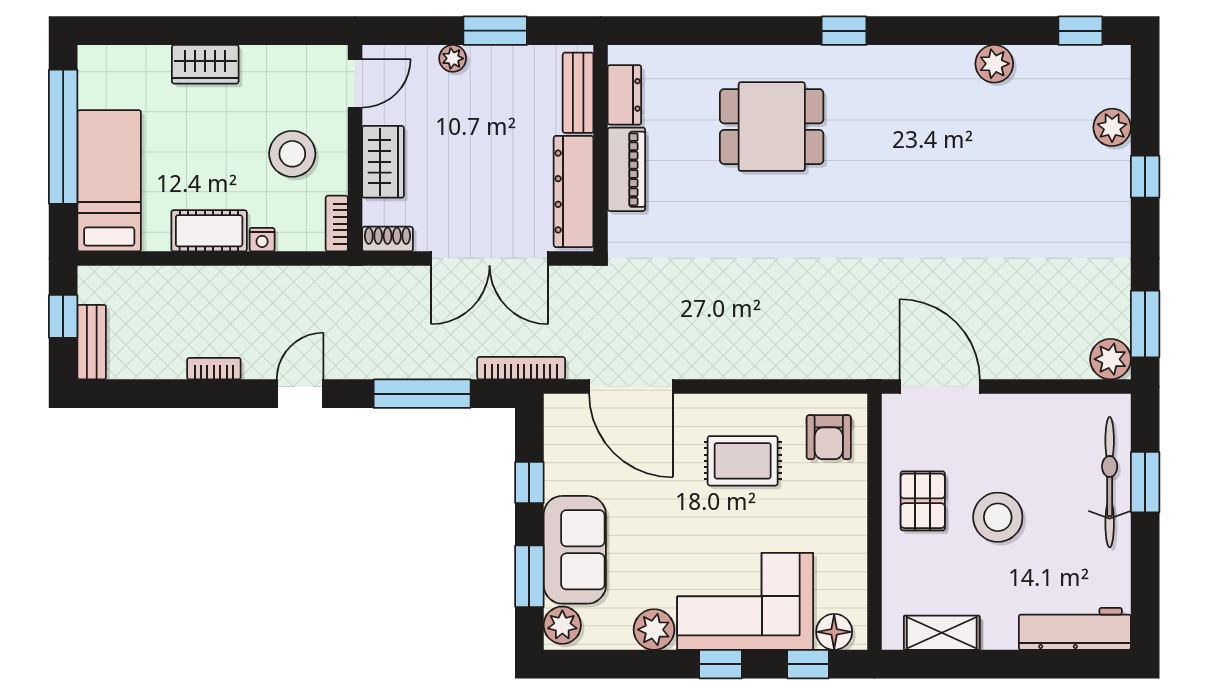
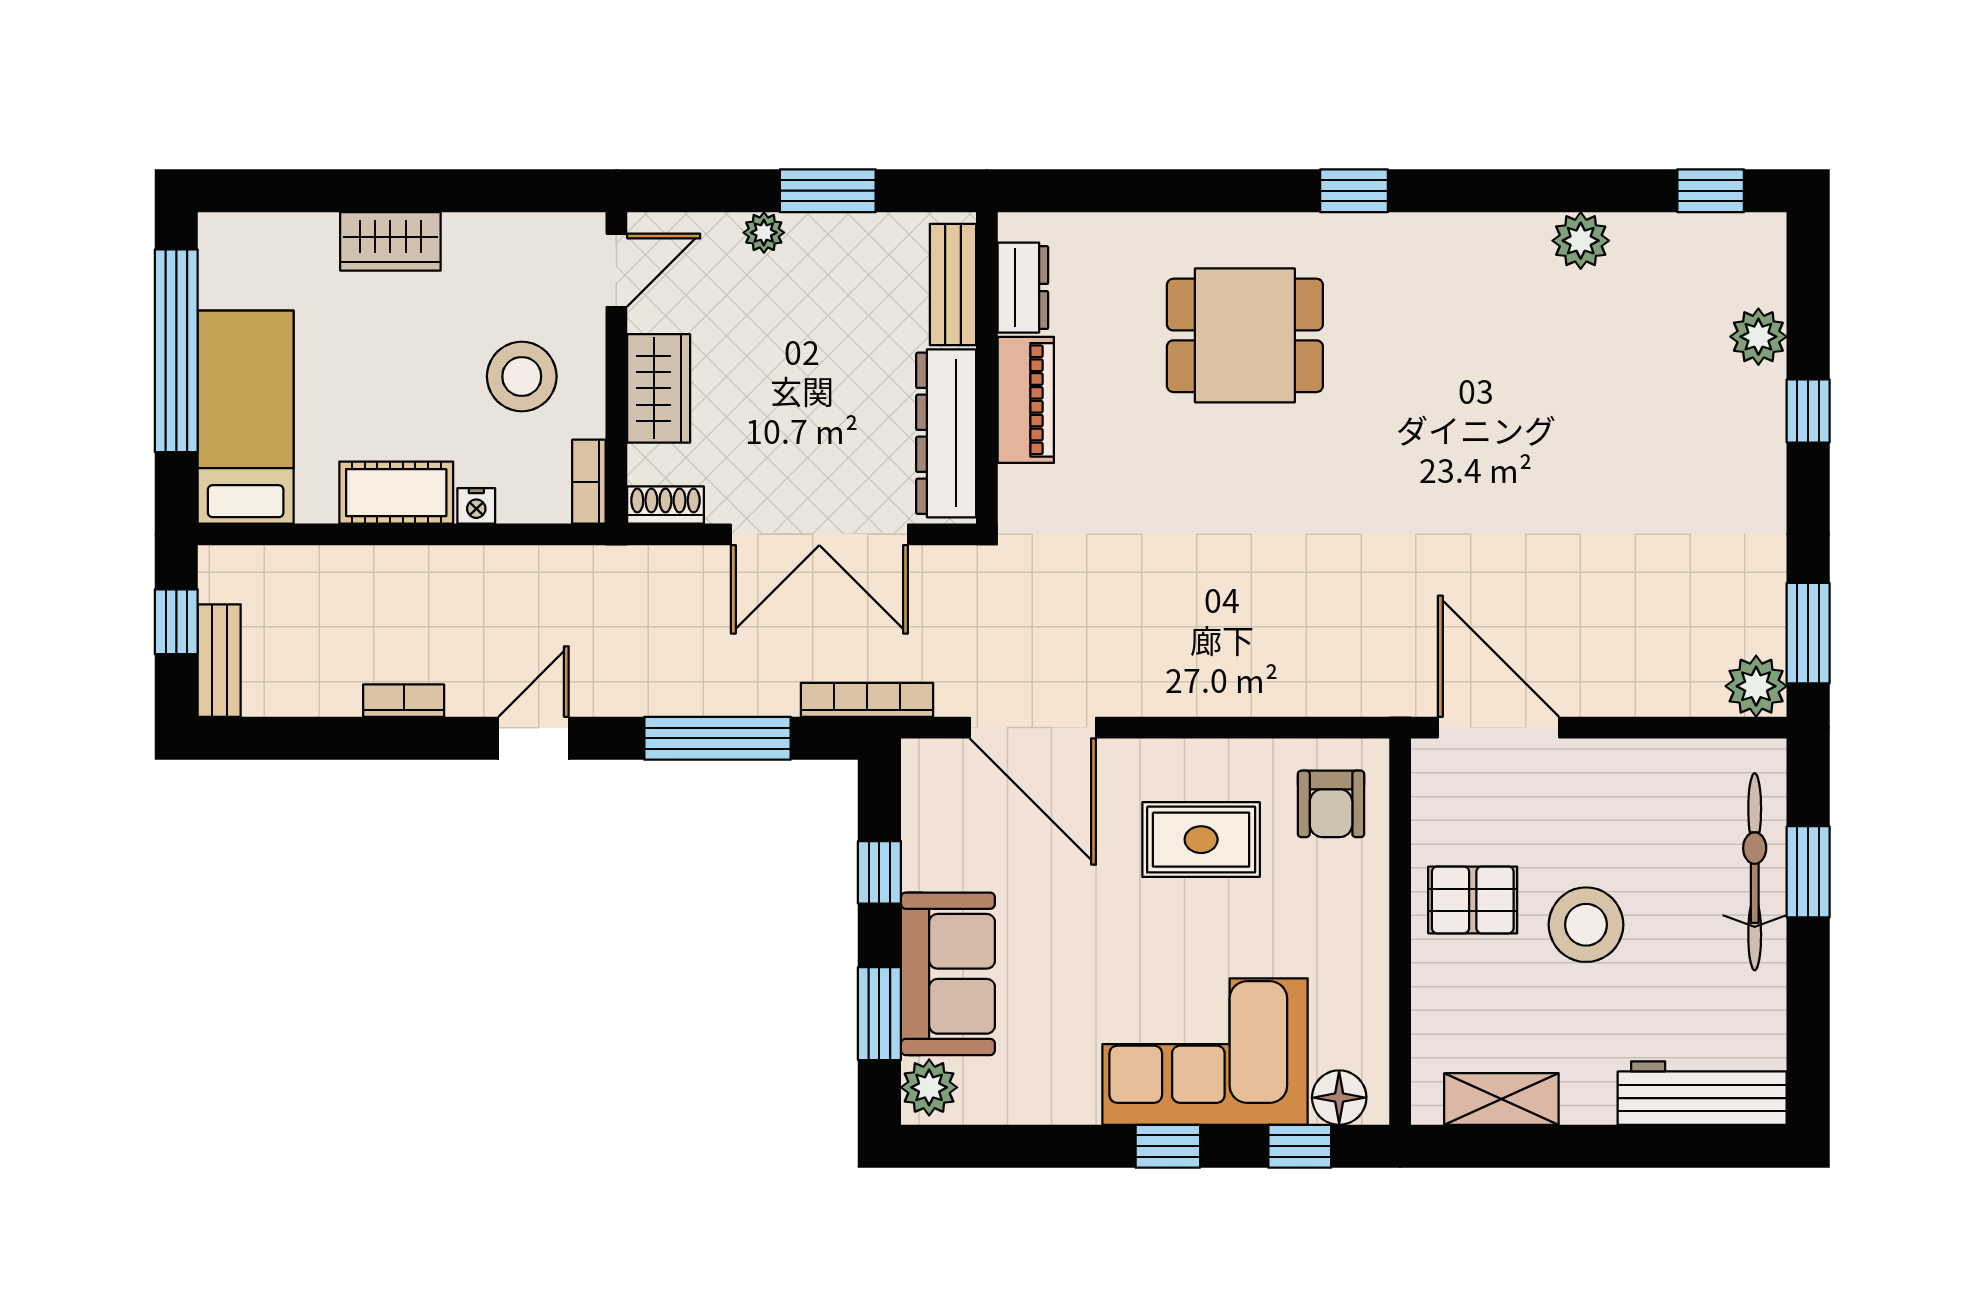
pallet: (923, 501) -> (1473, 900), turned 90
plant: (654, 630) -> (1067, 1094), removed

